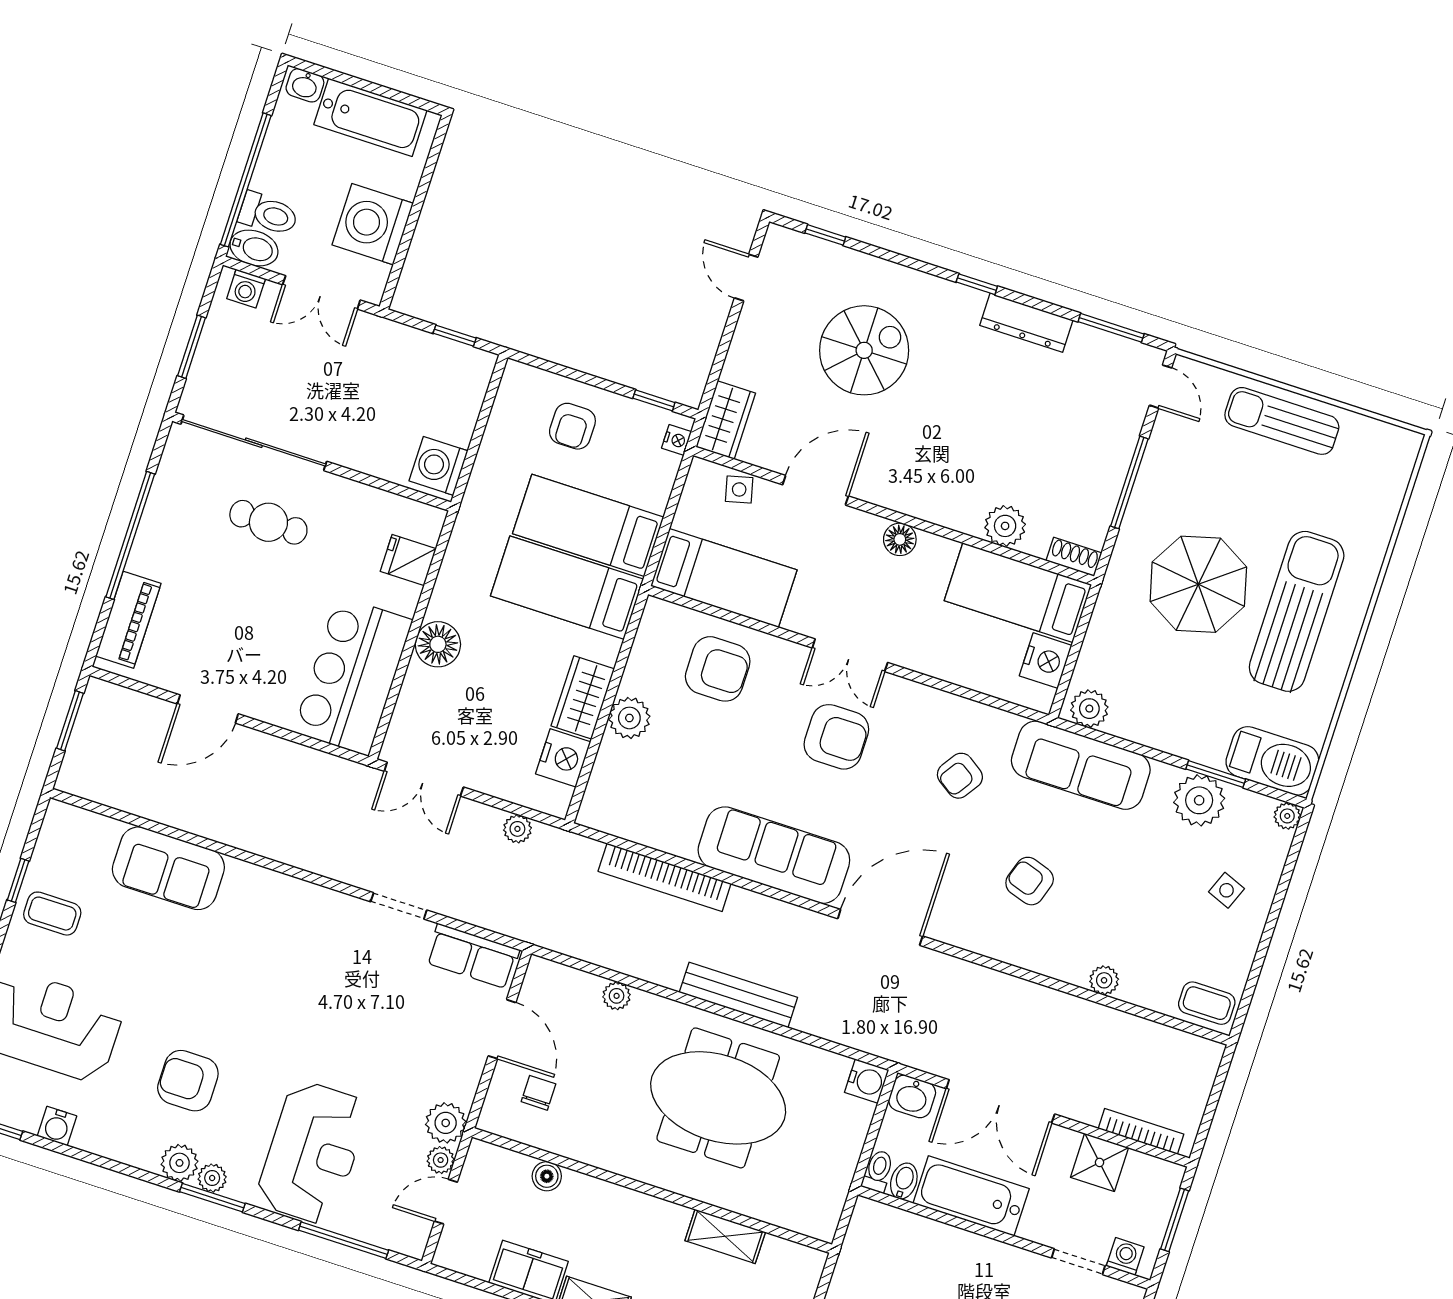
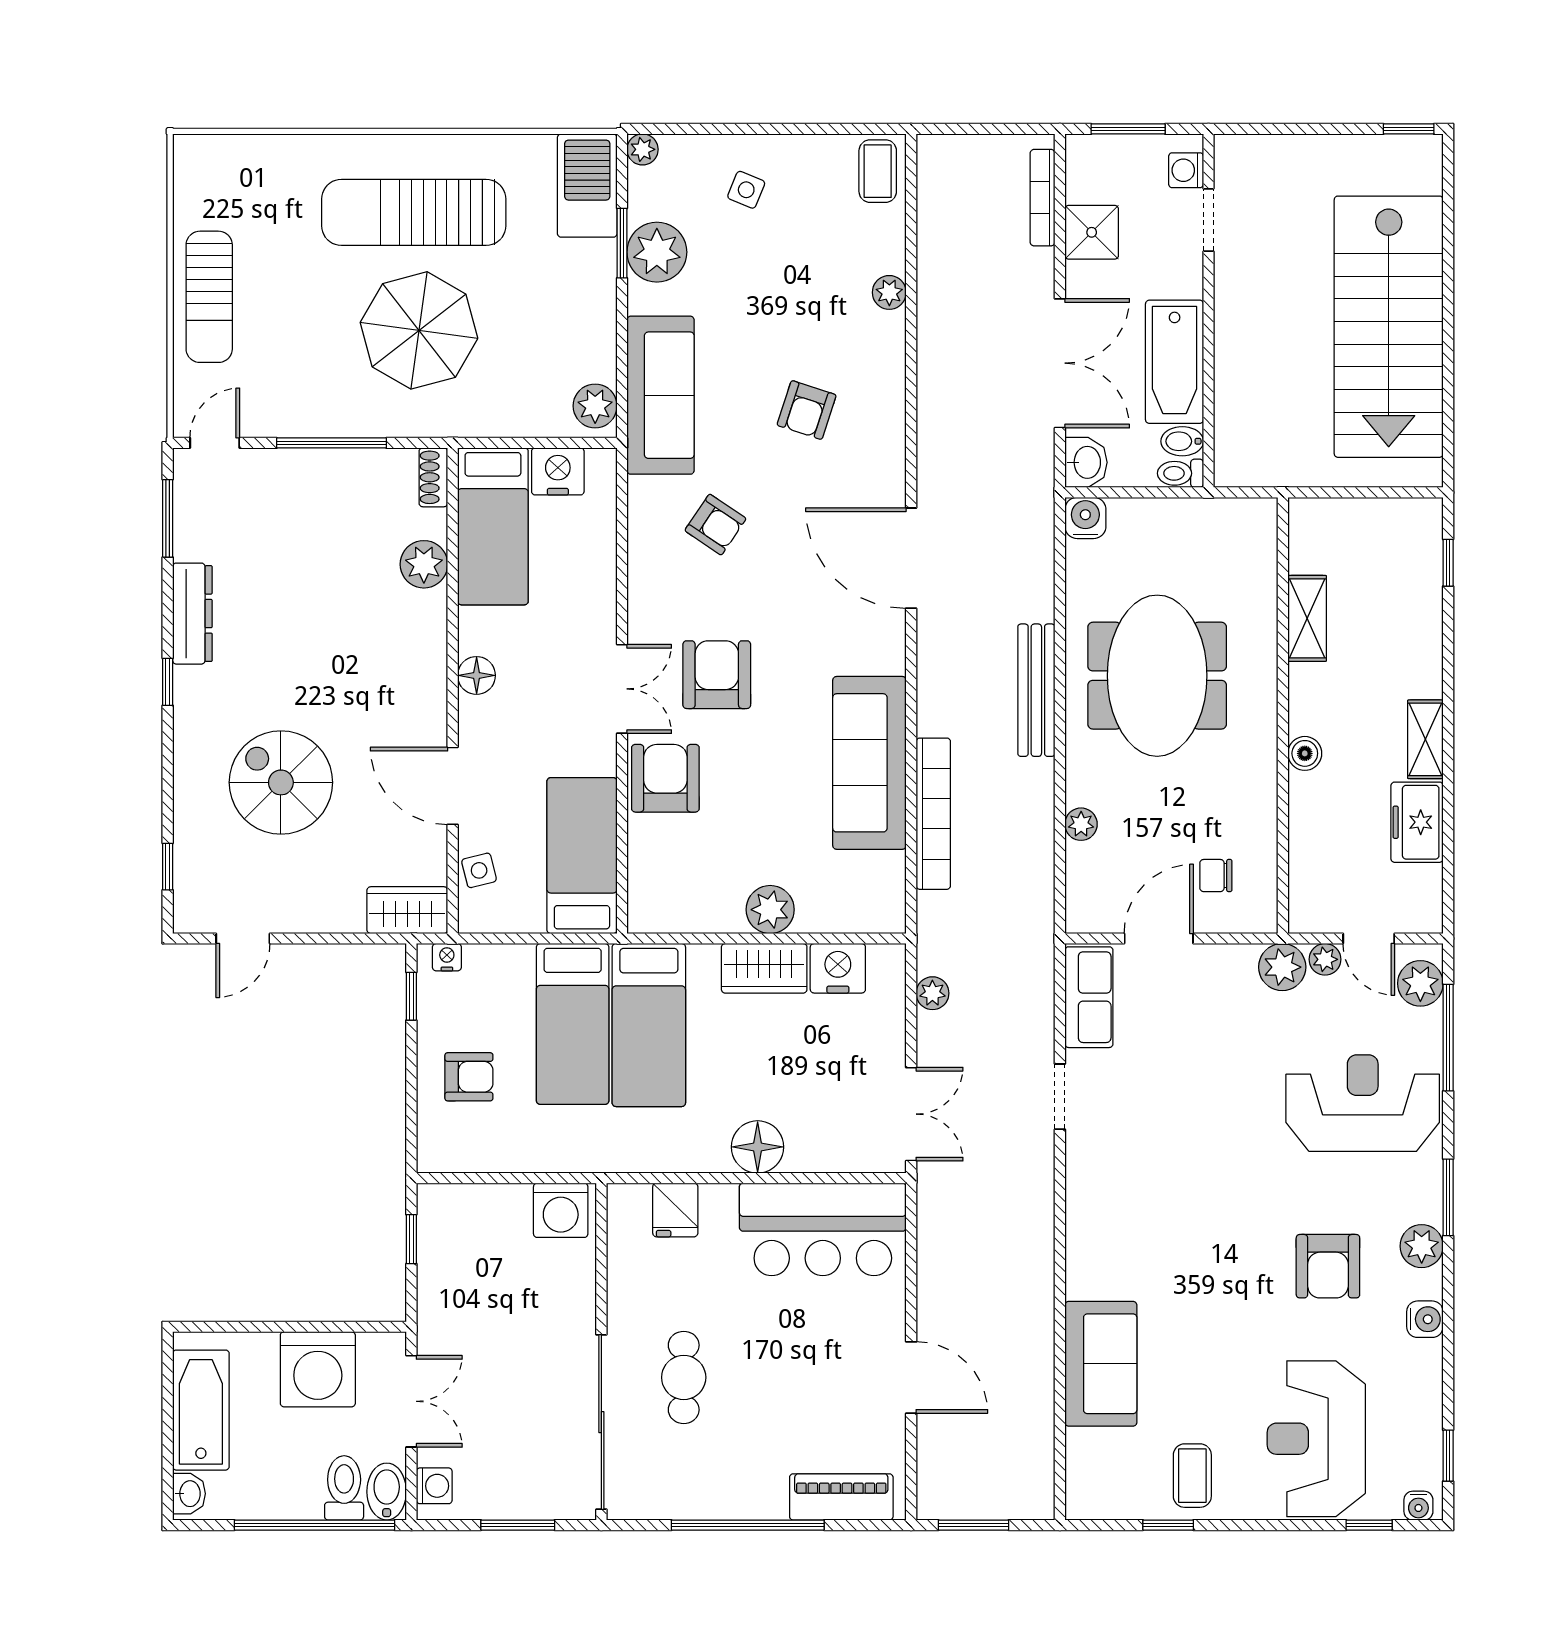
armchair: (718, 669) -> (665, 778), moved
sofa: (774, 855) -> (869, 763), moved
water cooler: (57, 1126) -> (1425, 1319), moved
boiler: (547, 1176) -> (1305, 753), moved
plant: (212, 1178) -> (1420, 983), moved, width x1.38, depth x1.38

